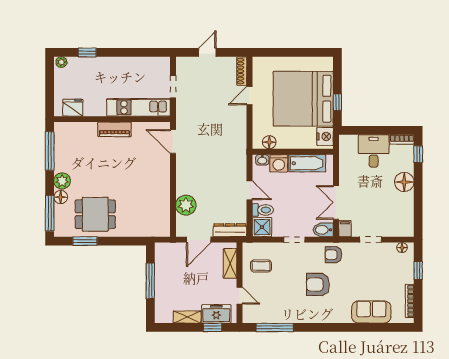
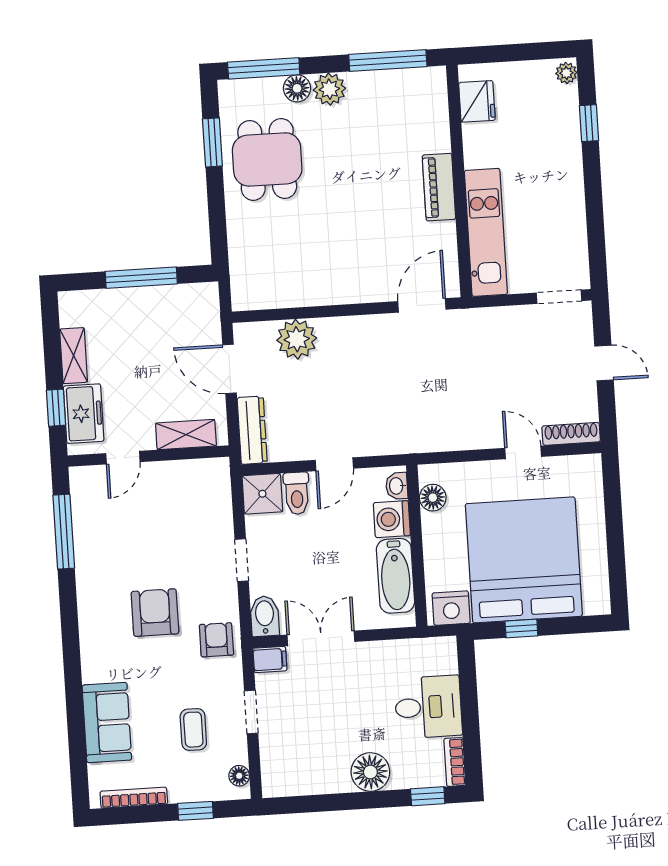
doorway: (173, 87) -> (559, 297), moved
coffee table: (261, 266) -> (193, 730), moved

